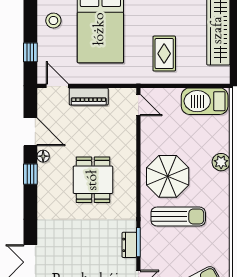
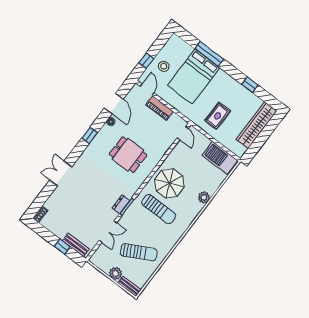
stool: (53, 21) -> (164, 66), moved
window: (30, 174) -> (90, 135), moved
dining table: (93, 180) -> (128, 155), turned 90

